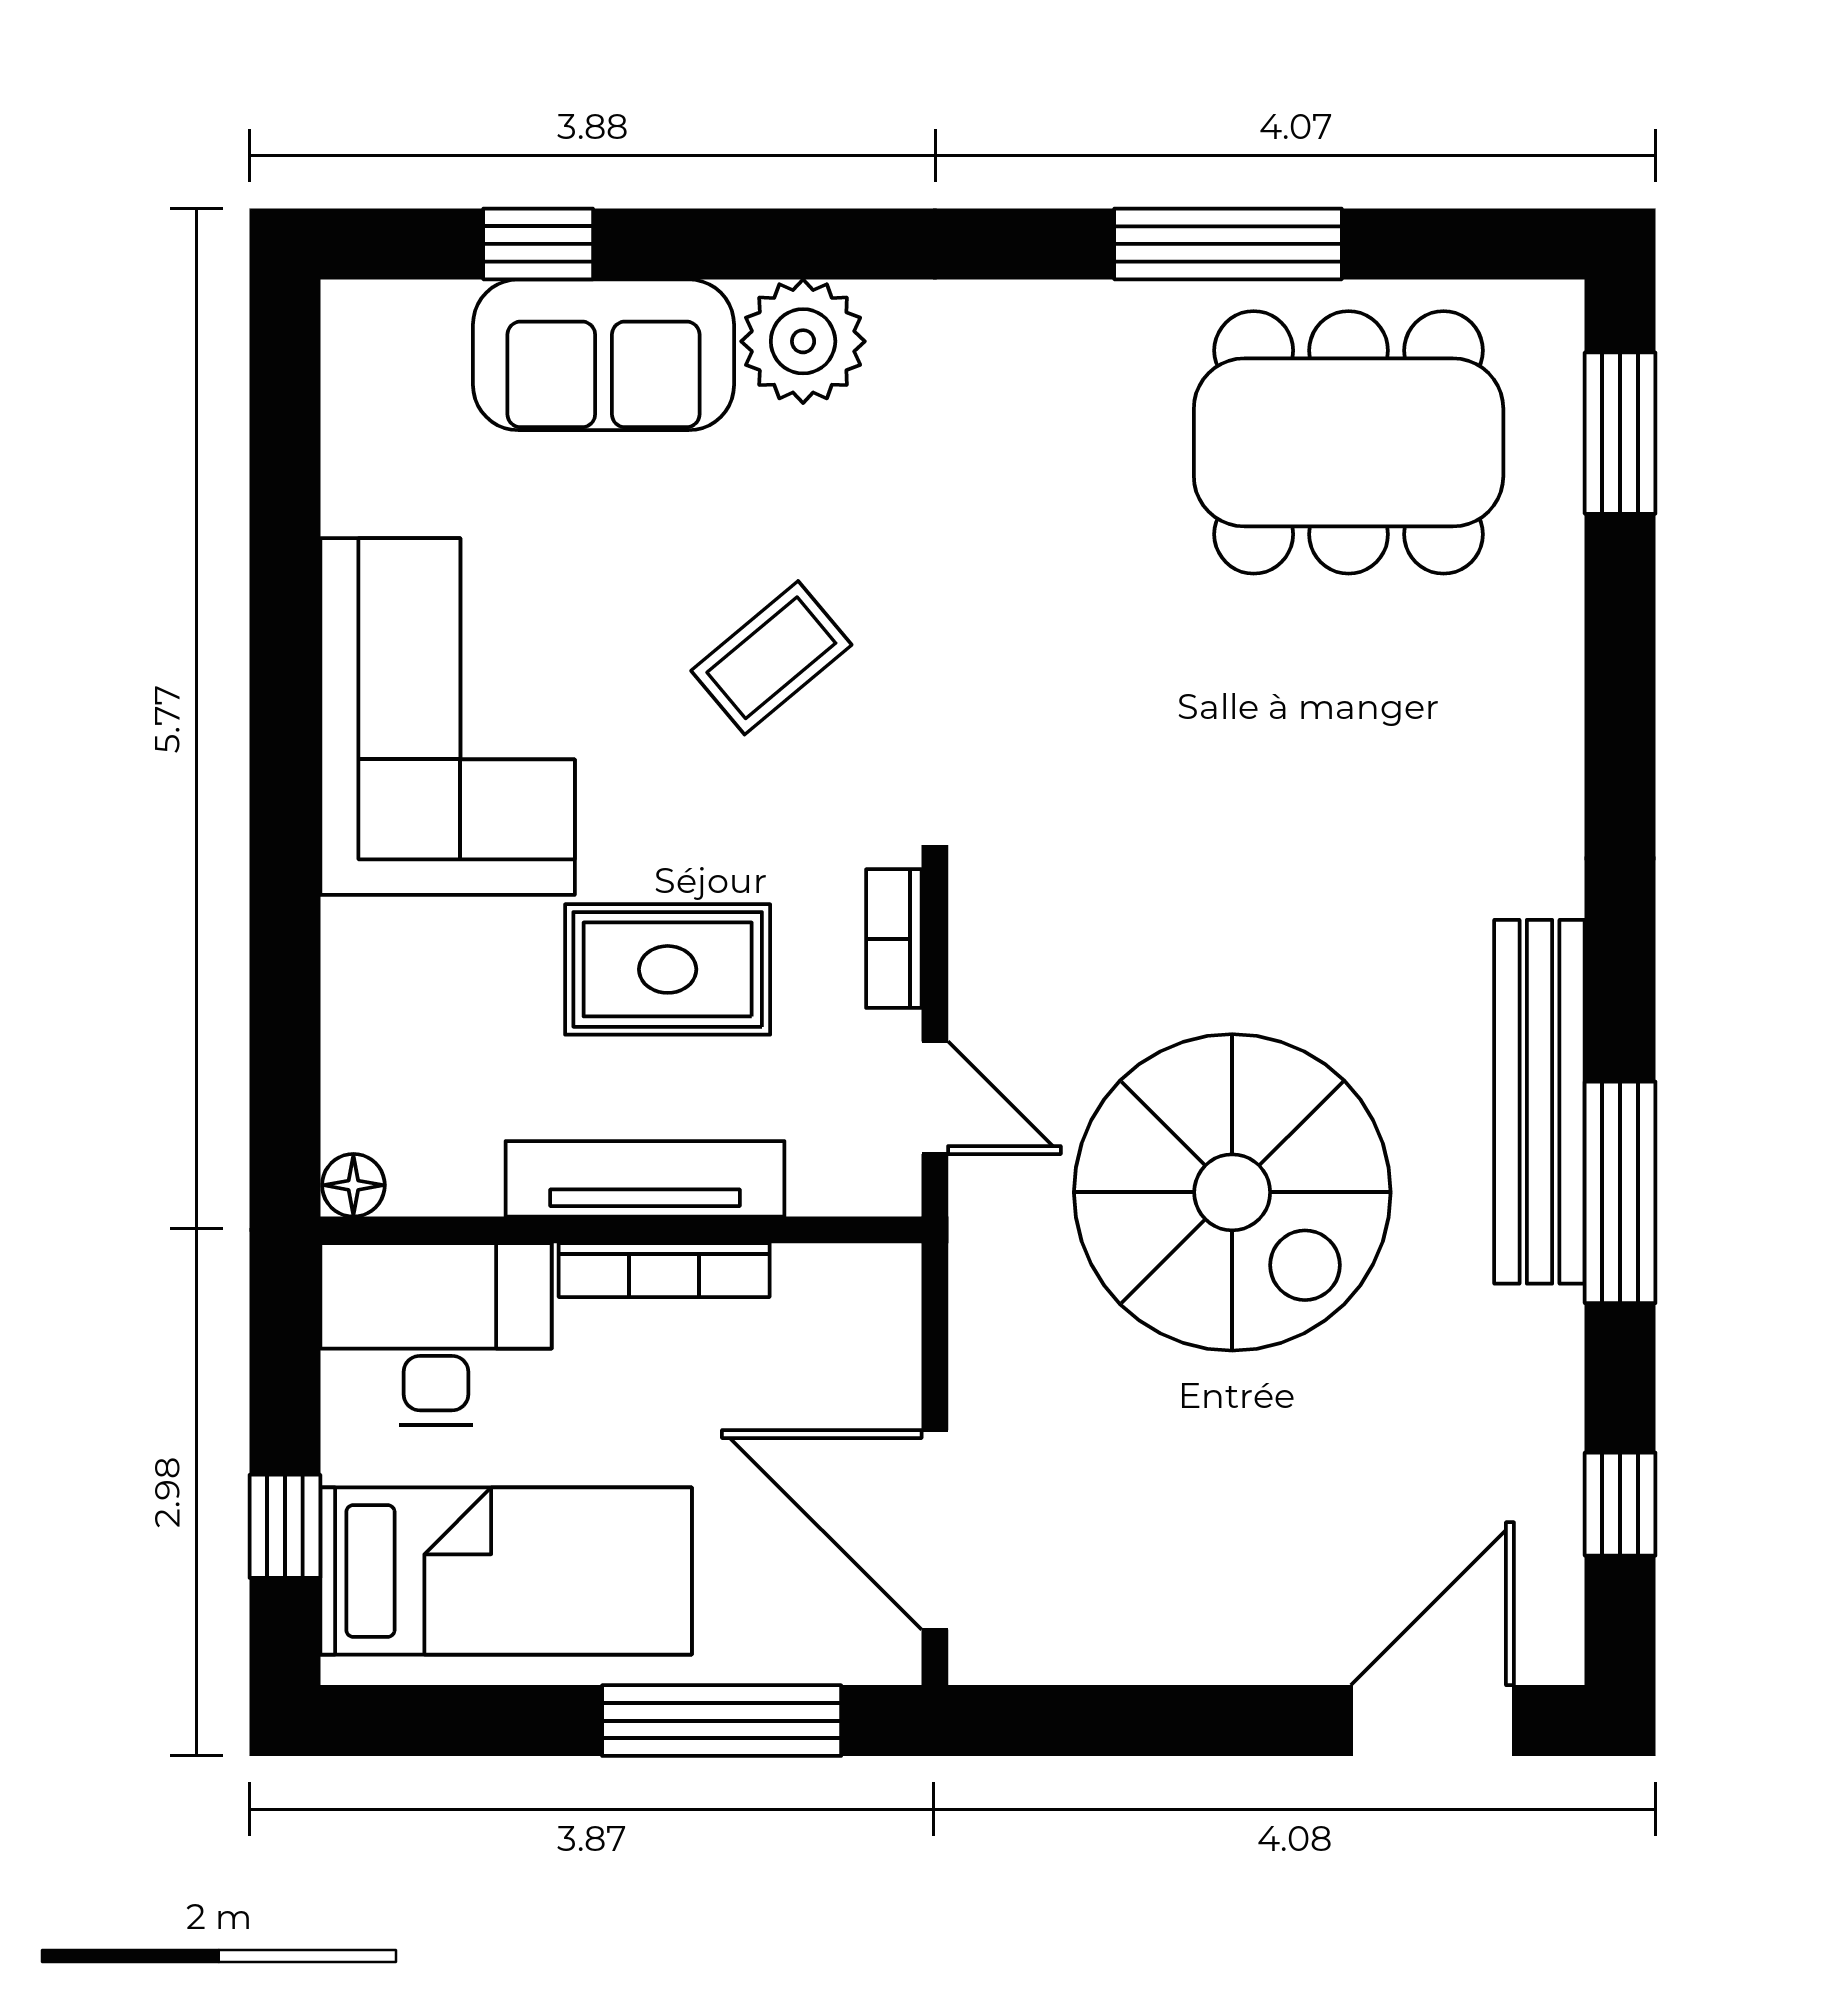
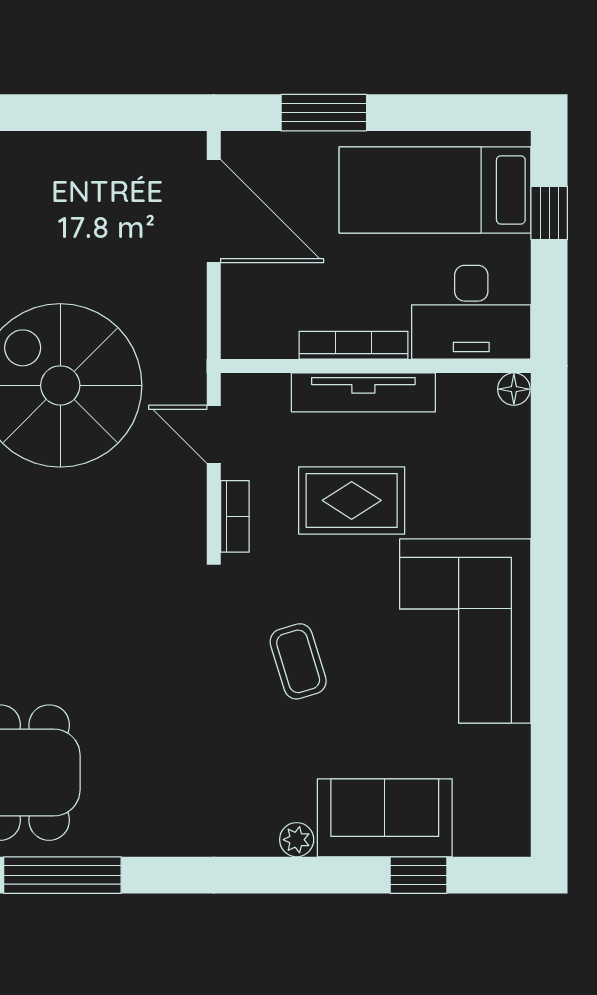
plant: (803, 341) -> (297, 840), width x0.53, depth x0.53
coffee table: (771, 658) -> (298, 661), turned -67
window: (722, 1721) -> (324, 113), width x0.69

